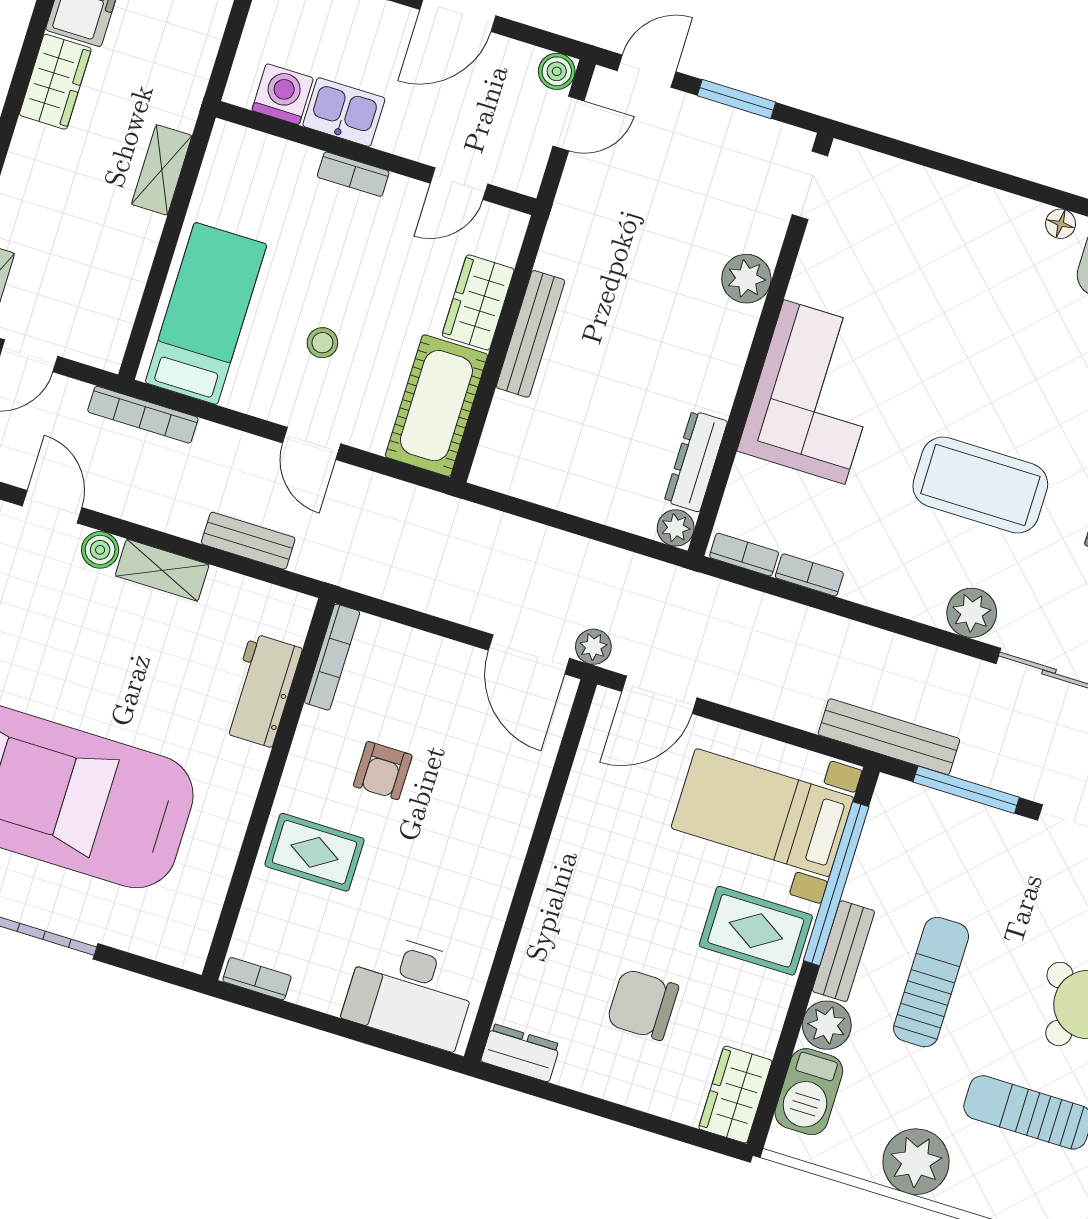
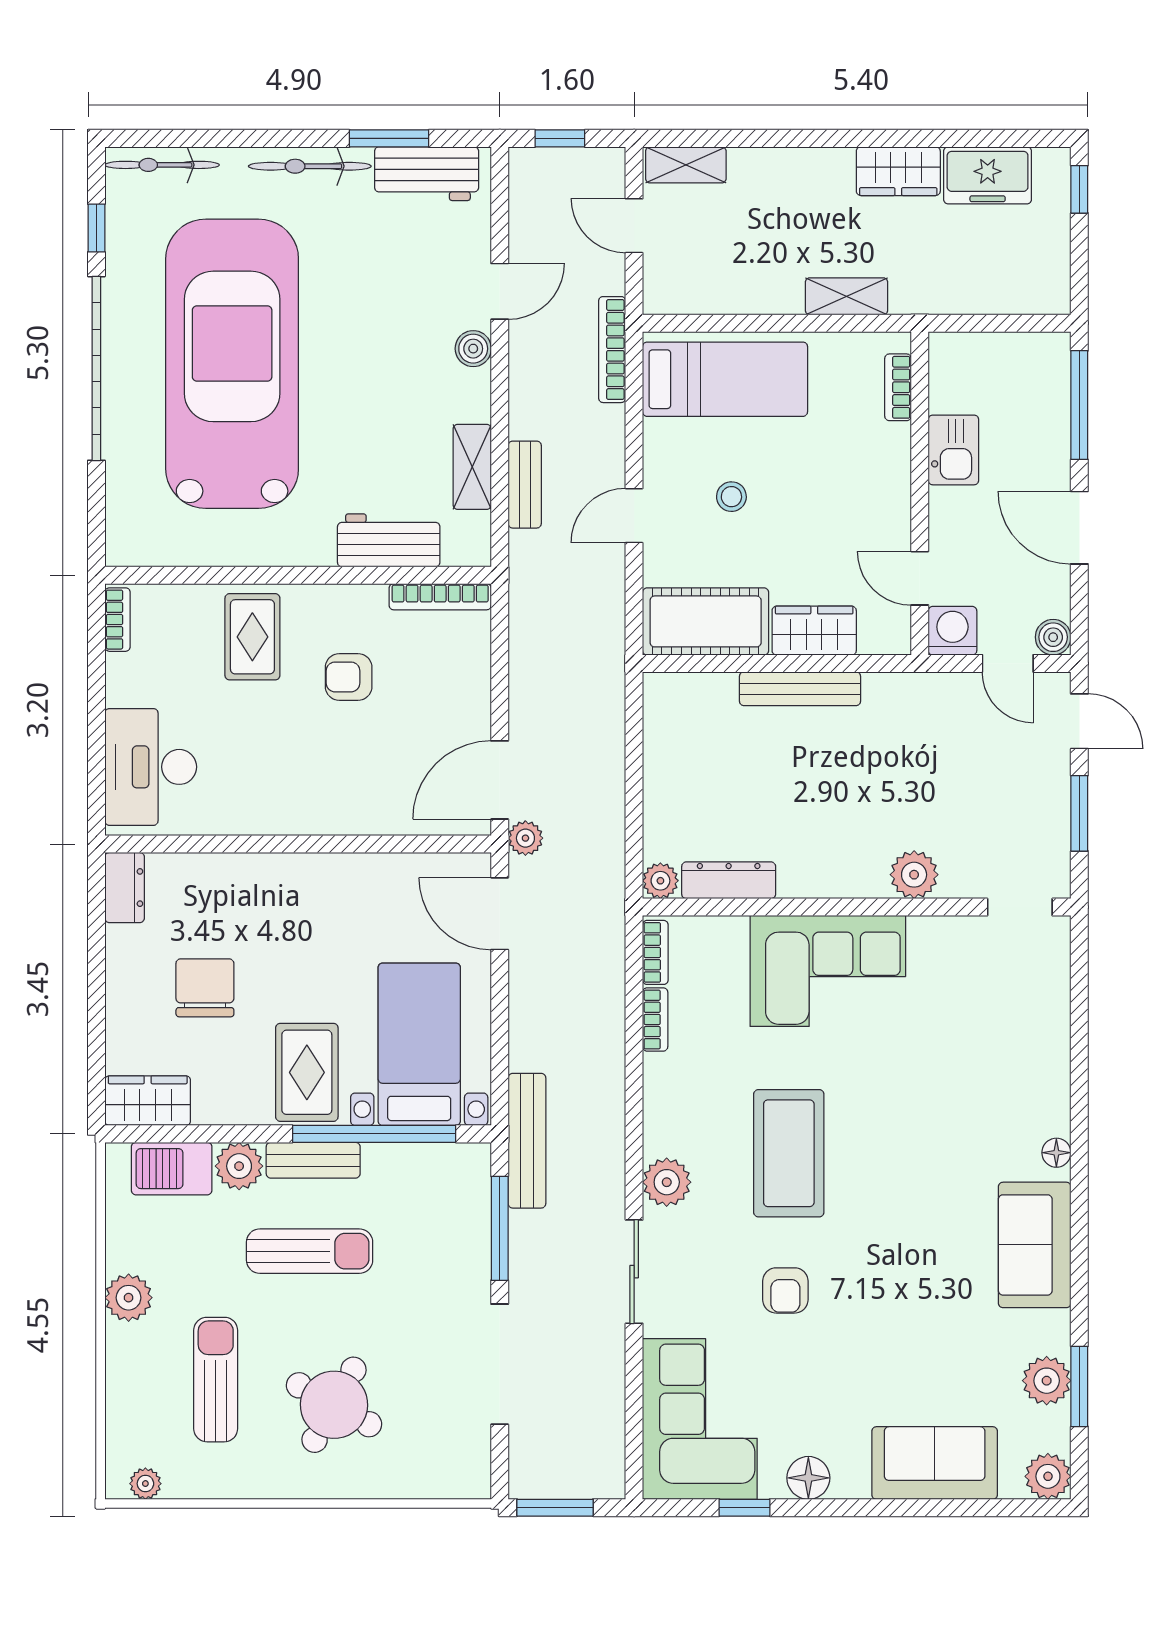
washing machine: (283, 94) -> (952, 631), moved, turned -90
bookcase: (353, 174) -> (898, 387), moved
shelving: (162, 570) -> (472, 467), moved
plant: (916, 1162) -> (129, 1298), width x0.73, depth x0.73

